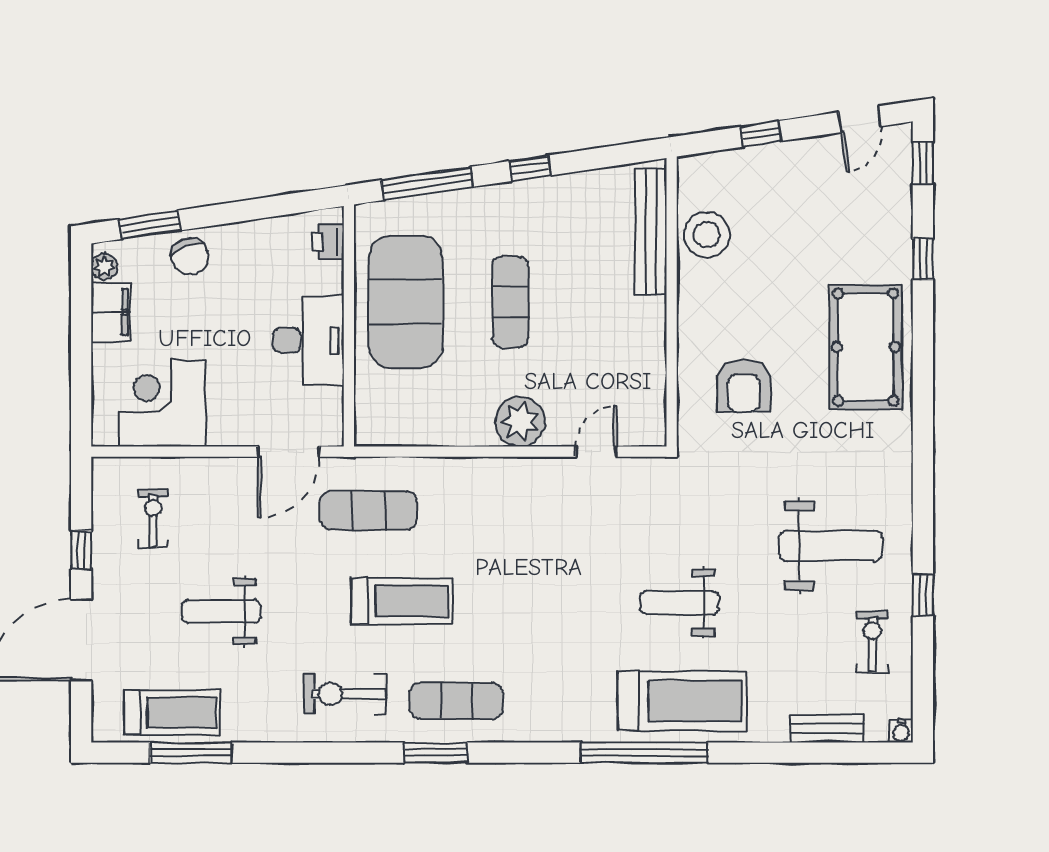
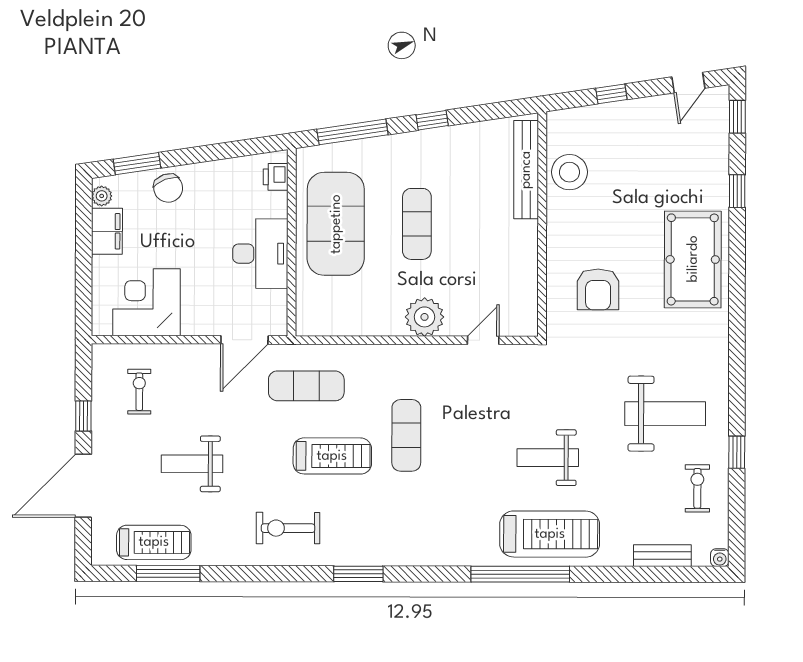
exercise mat: (456, 701) -> (406, 435), moved, turned 90

